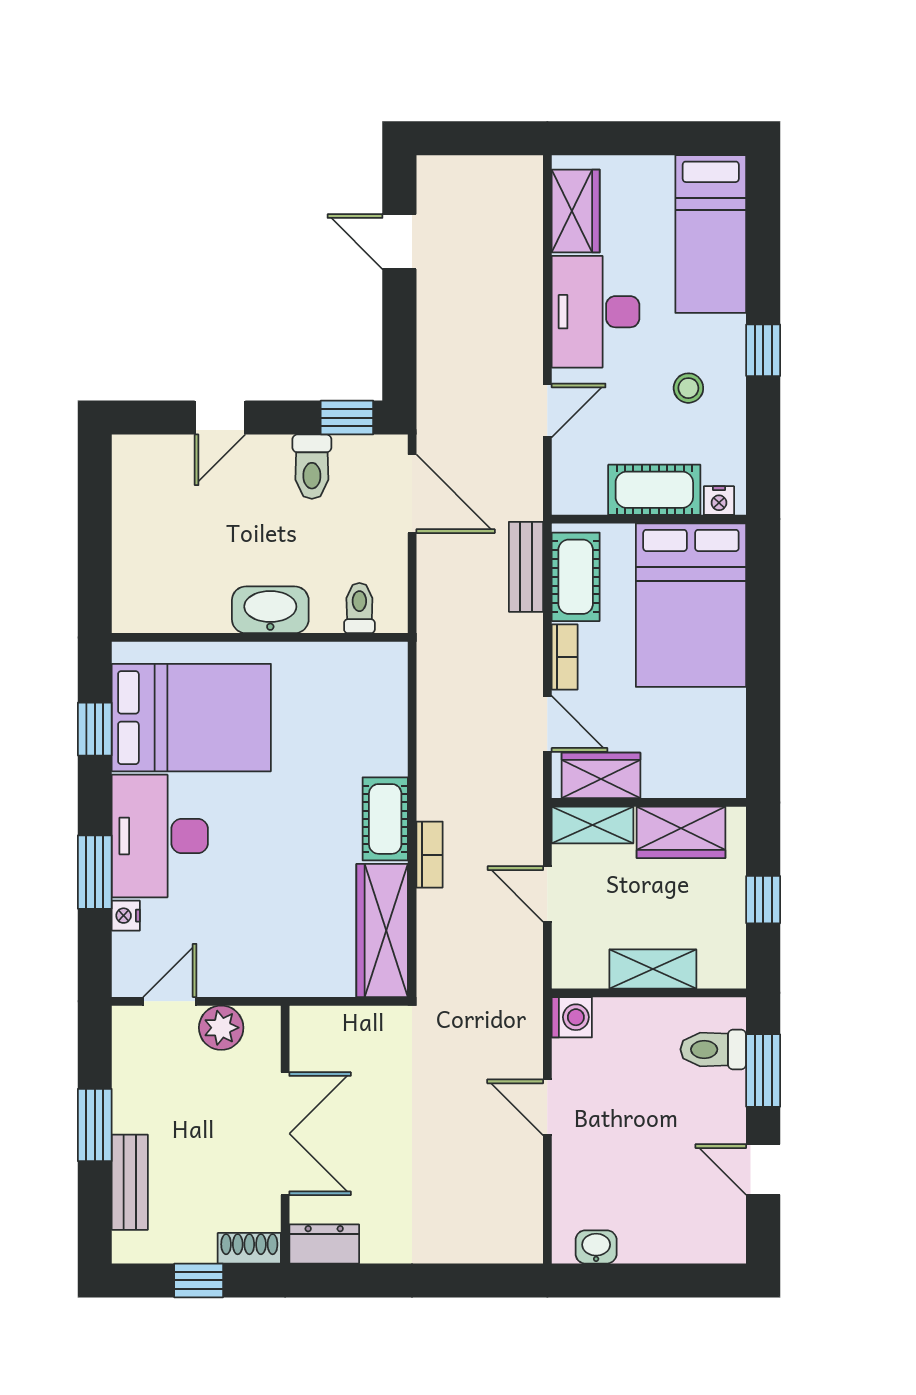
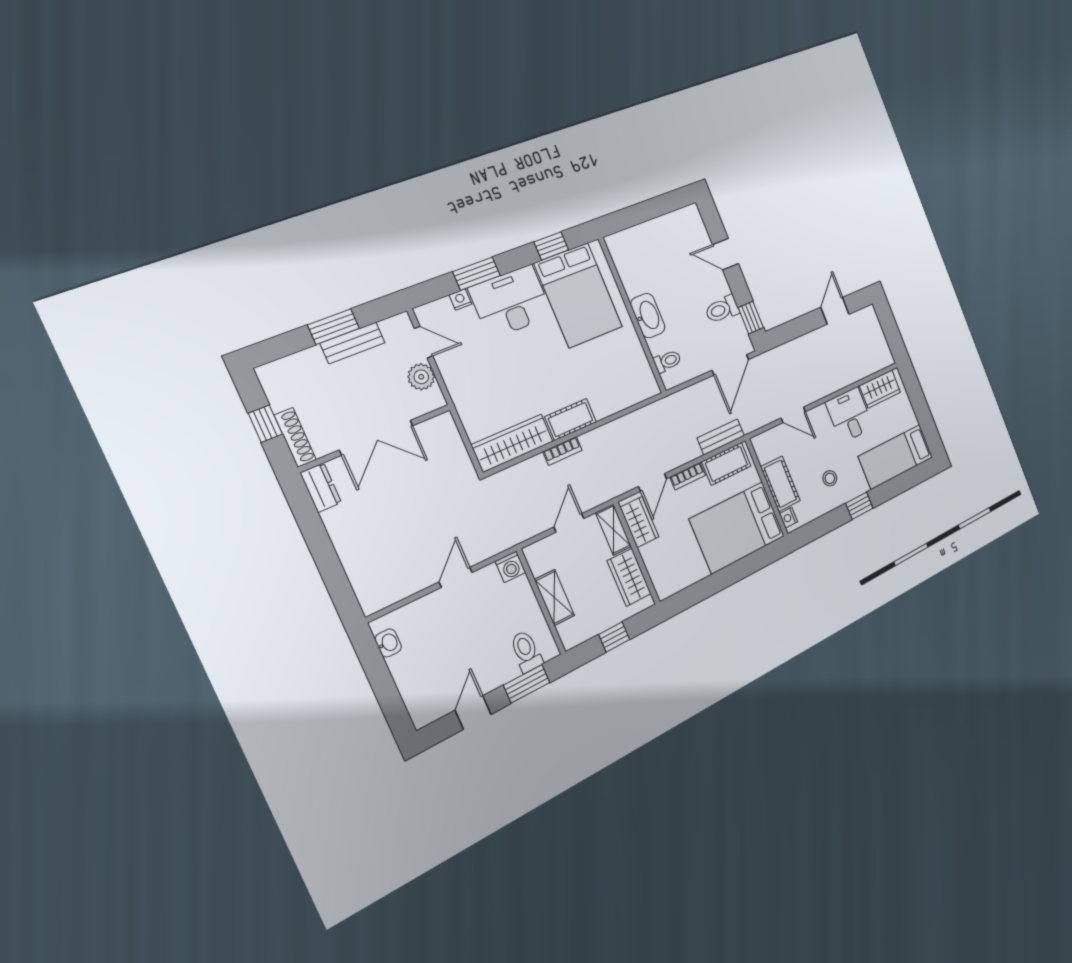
desk: (596, 312) -> (850, 415), width x0.73
bench: (130, 1182) -> (353, 343), moved
shoe rack: (249, 1248) -> (295, 437), width x1.43

